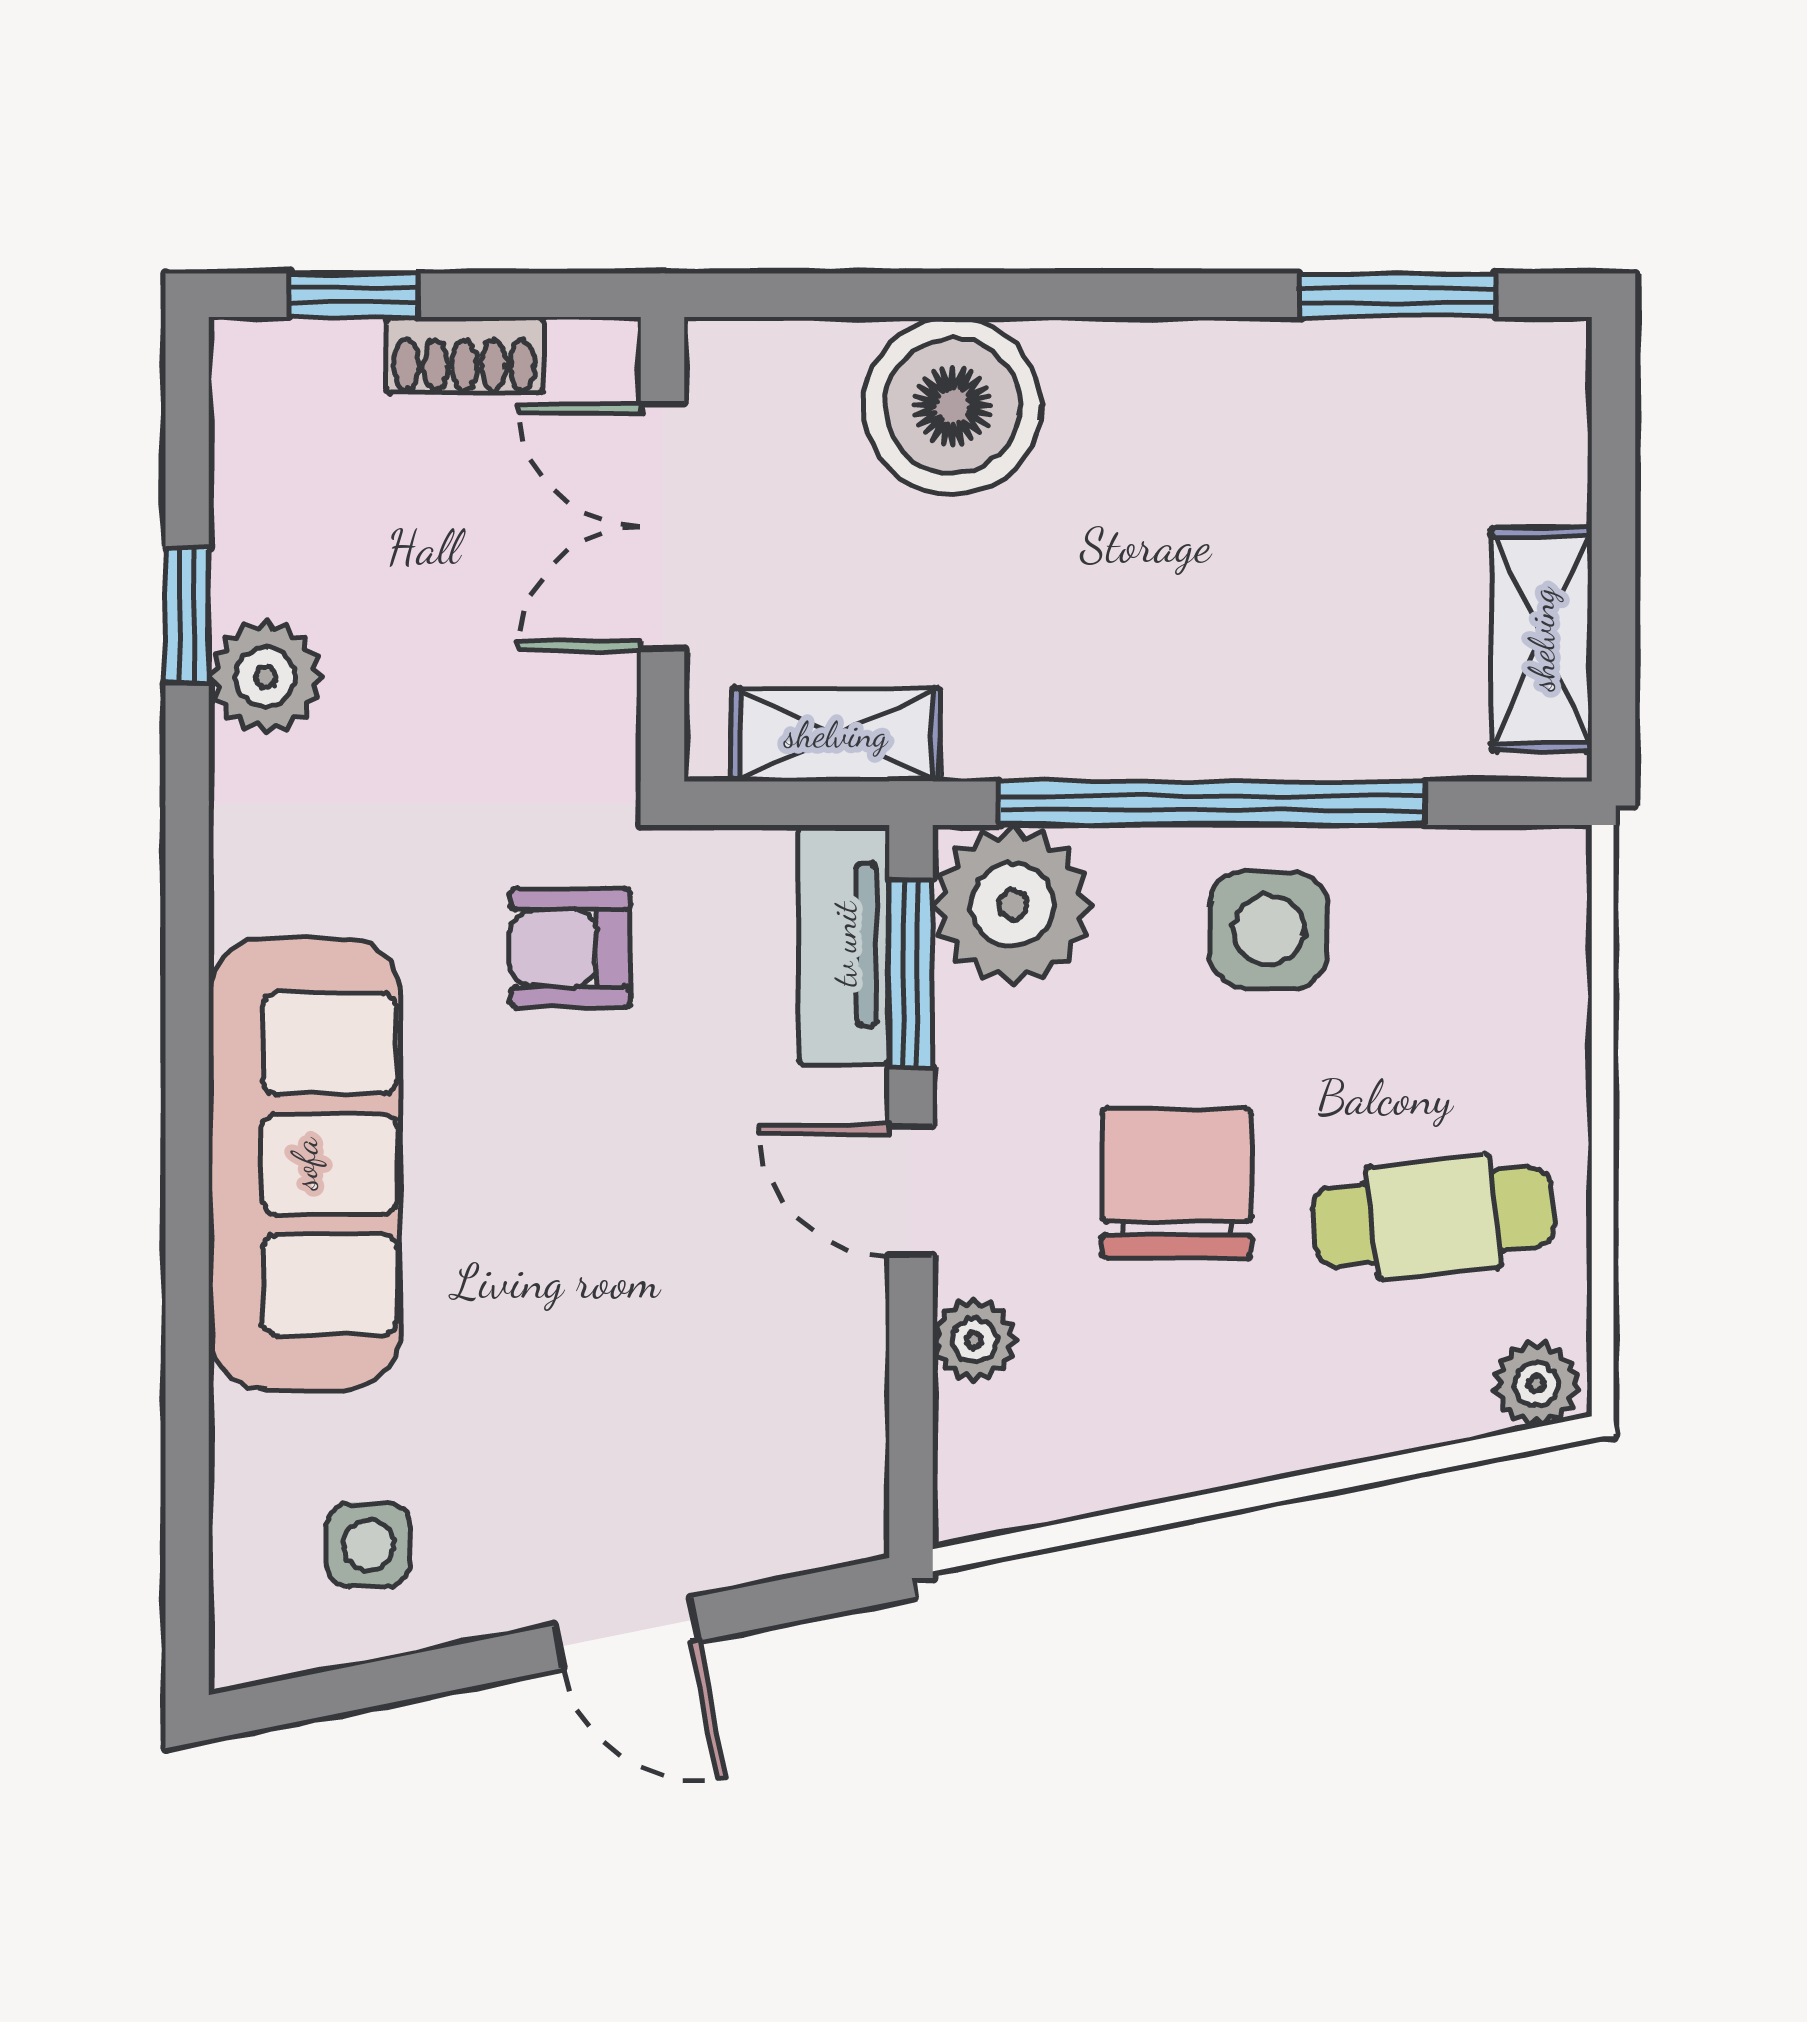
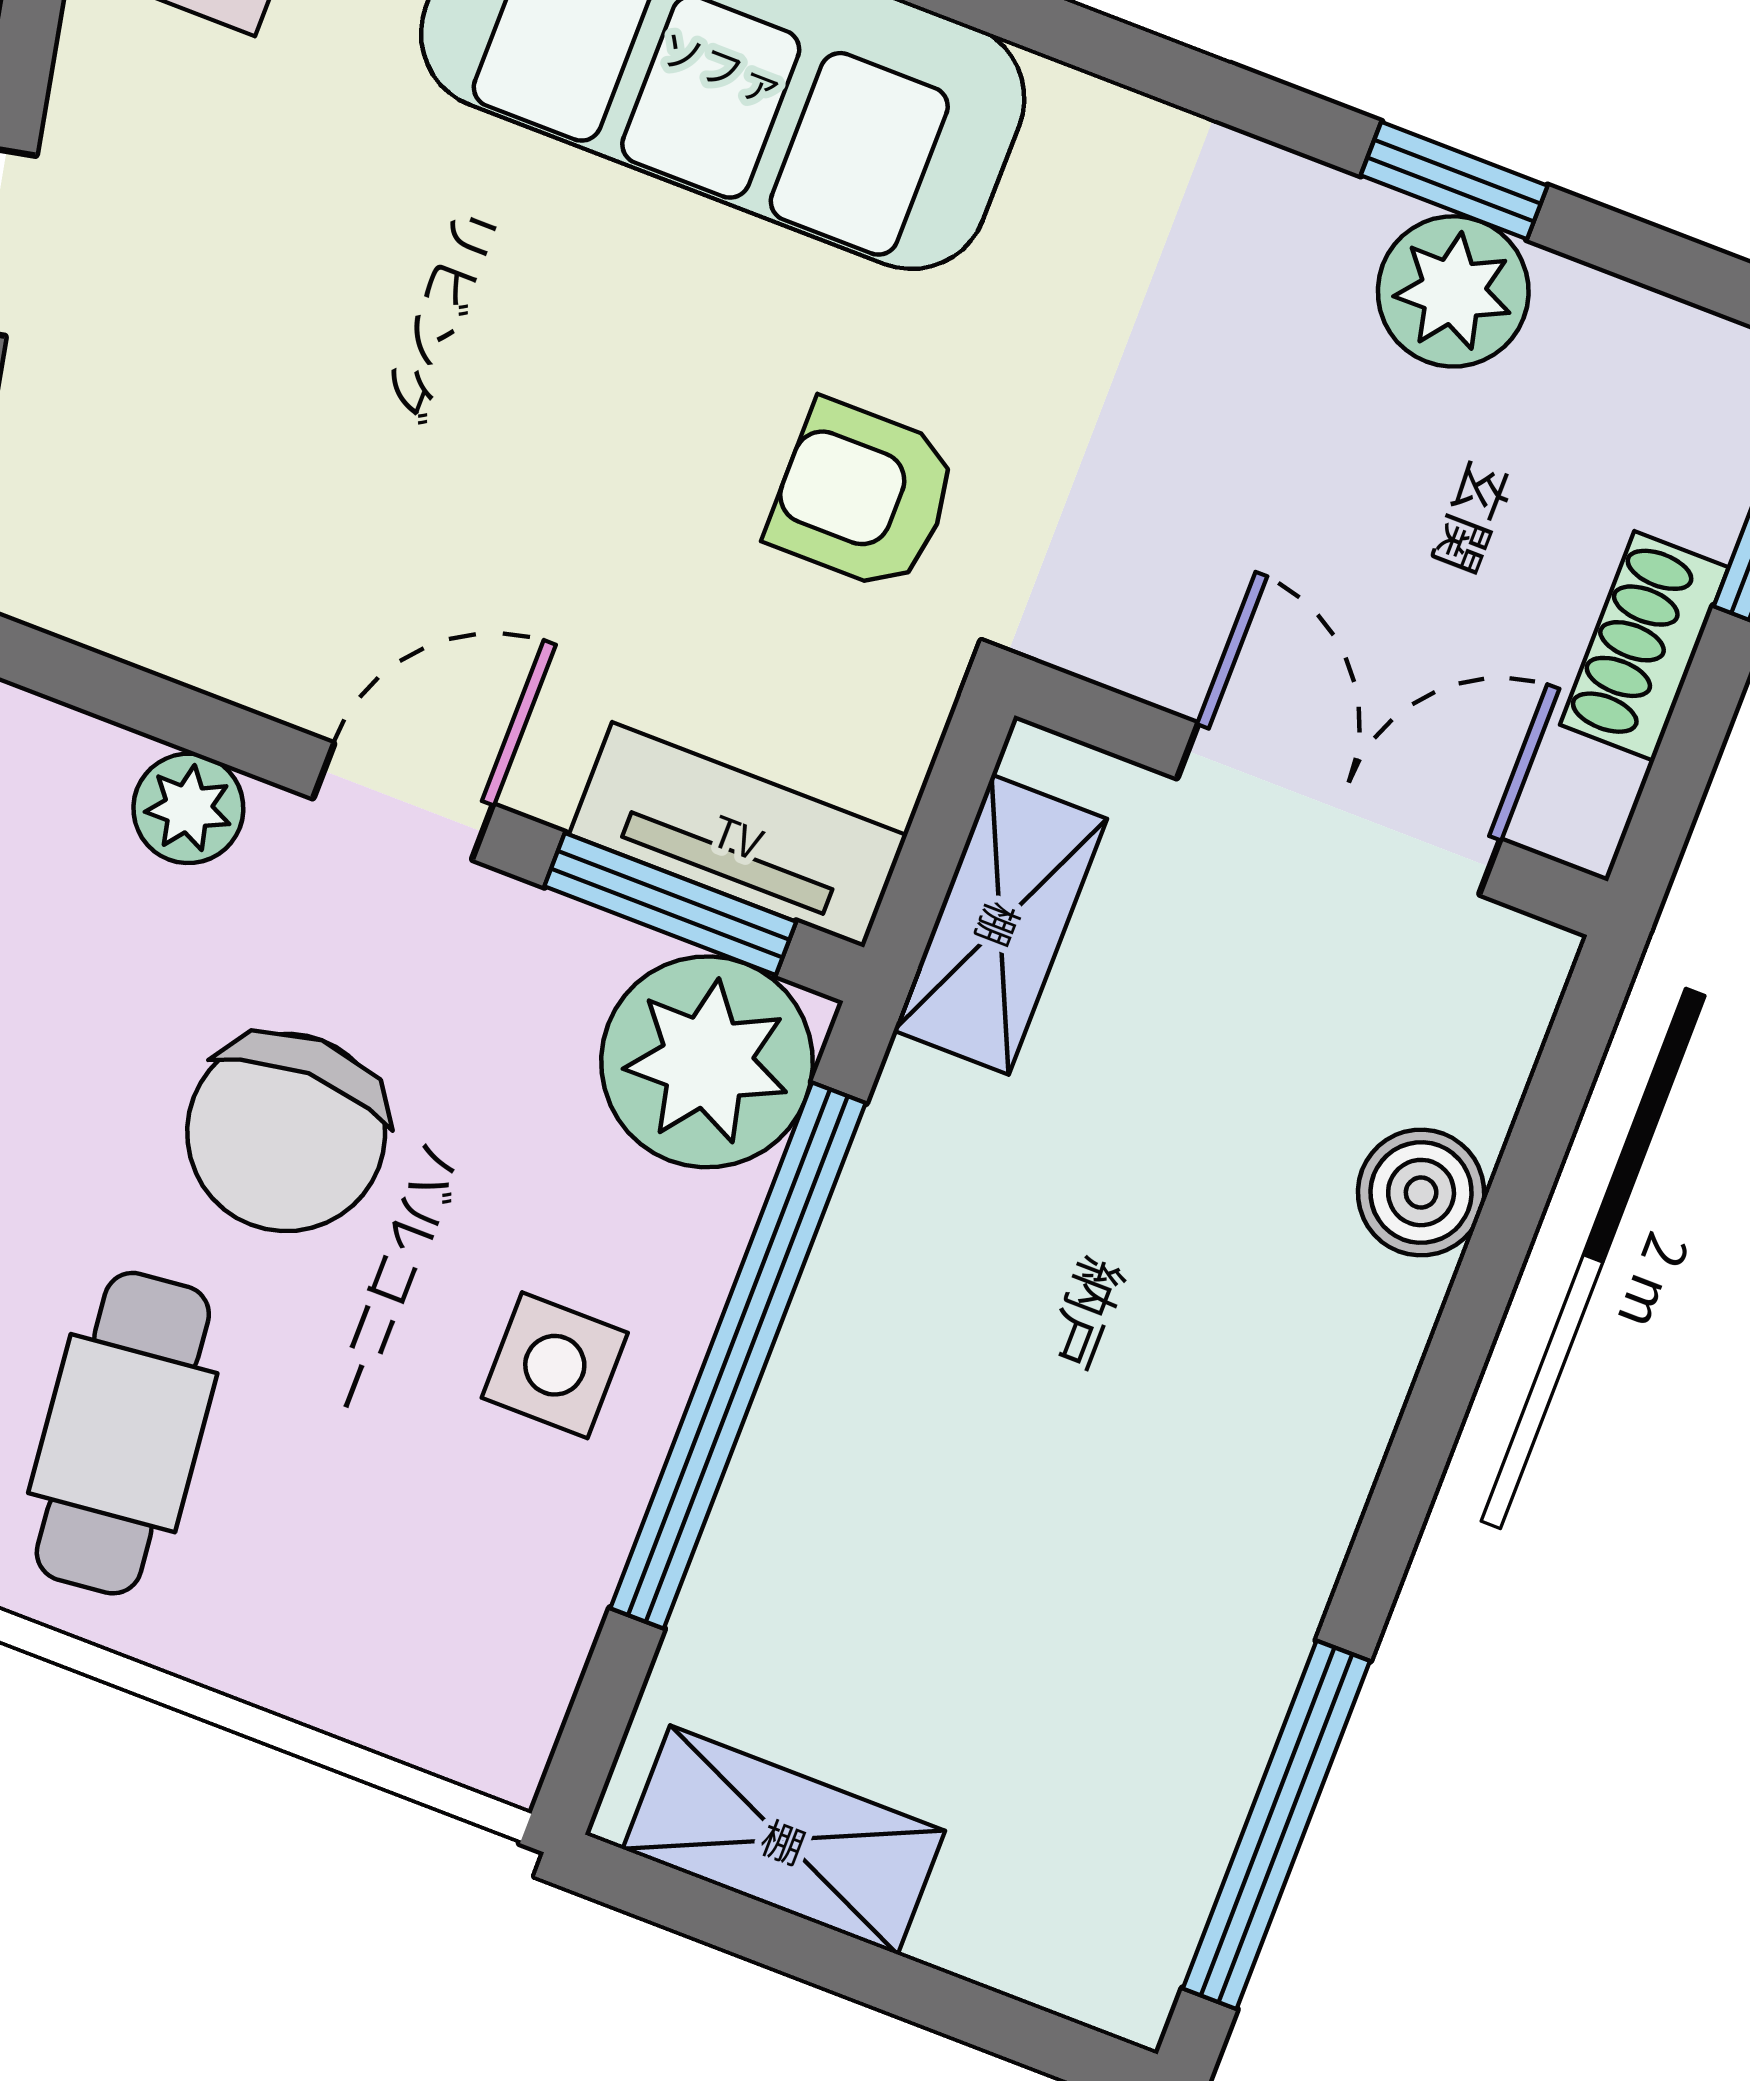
window: (1397, 295) -> (1276, 1825), width x1.44
boiler: (953, 406) -> (1421, 1193), width x0.54, depth x0.54
plant: (266, 677) -> (1453, 291), moved
side table: (1268, 930) -> (555, 1365), width x0.73, depth x0.73
armchair: (570, 948) -> (863, 496), turned -90
chair: (1177, 1183) -> (286, 1132), turned 90

